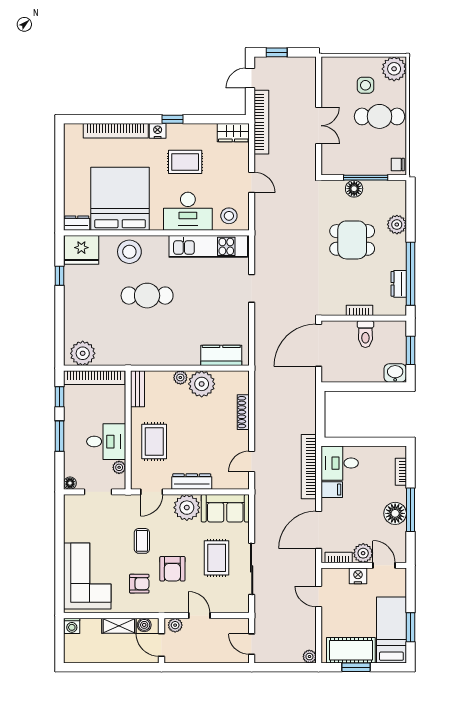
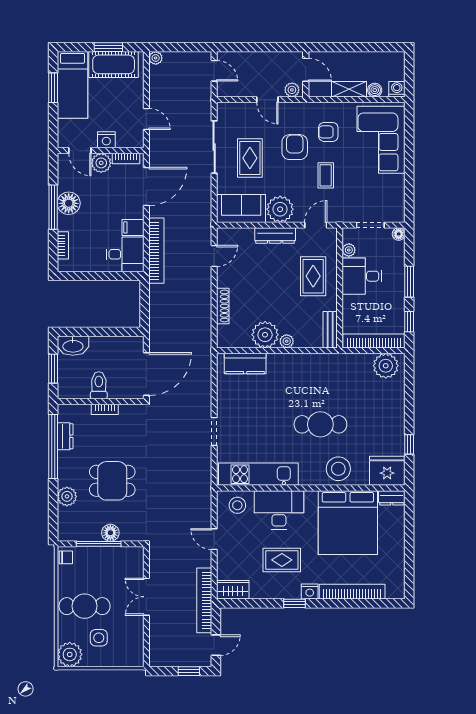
washbasin: (395, 373) -> (73, 346), width x1.38
boiler: (144, 625) -> (375, 90), moved

